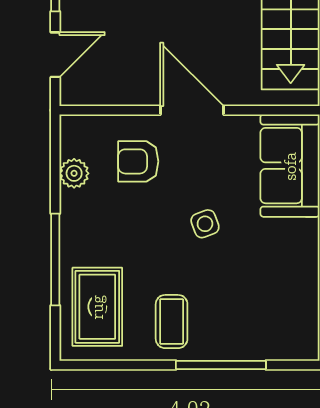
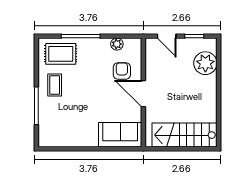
door: (192, 110) -> (143, 94), swing flipped
side table: (205, 224) -> (96, 99), removed
coffee table: (172, 322) -> (55, 85), turned 90

